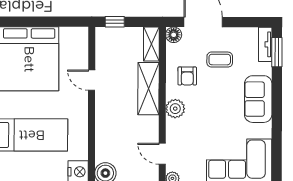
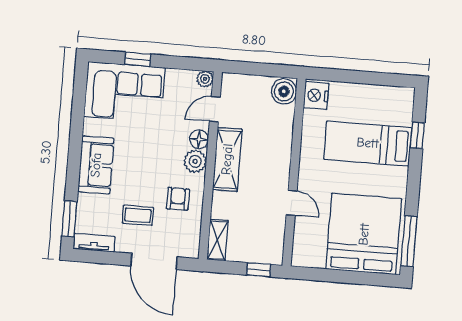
floor lamp: (174, 35) -> (199, 139), moved
tv unit: (265, 44) -> (94, 243), moved, turned -90
shelving: (148, 89) -> (227, 159), moved
door: (162, 154) -> (215, 109), swing flipped

